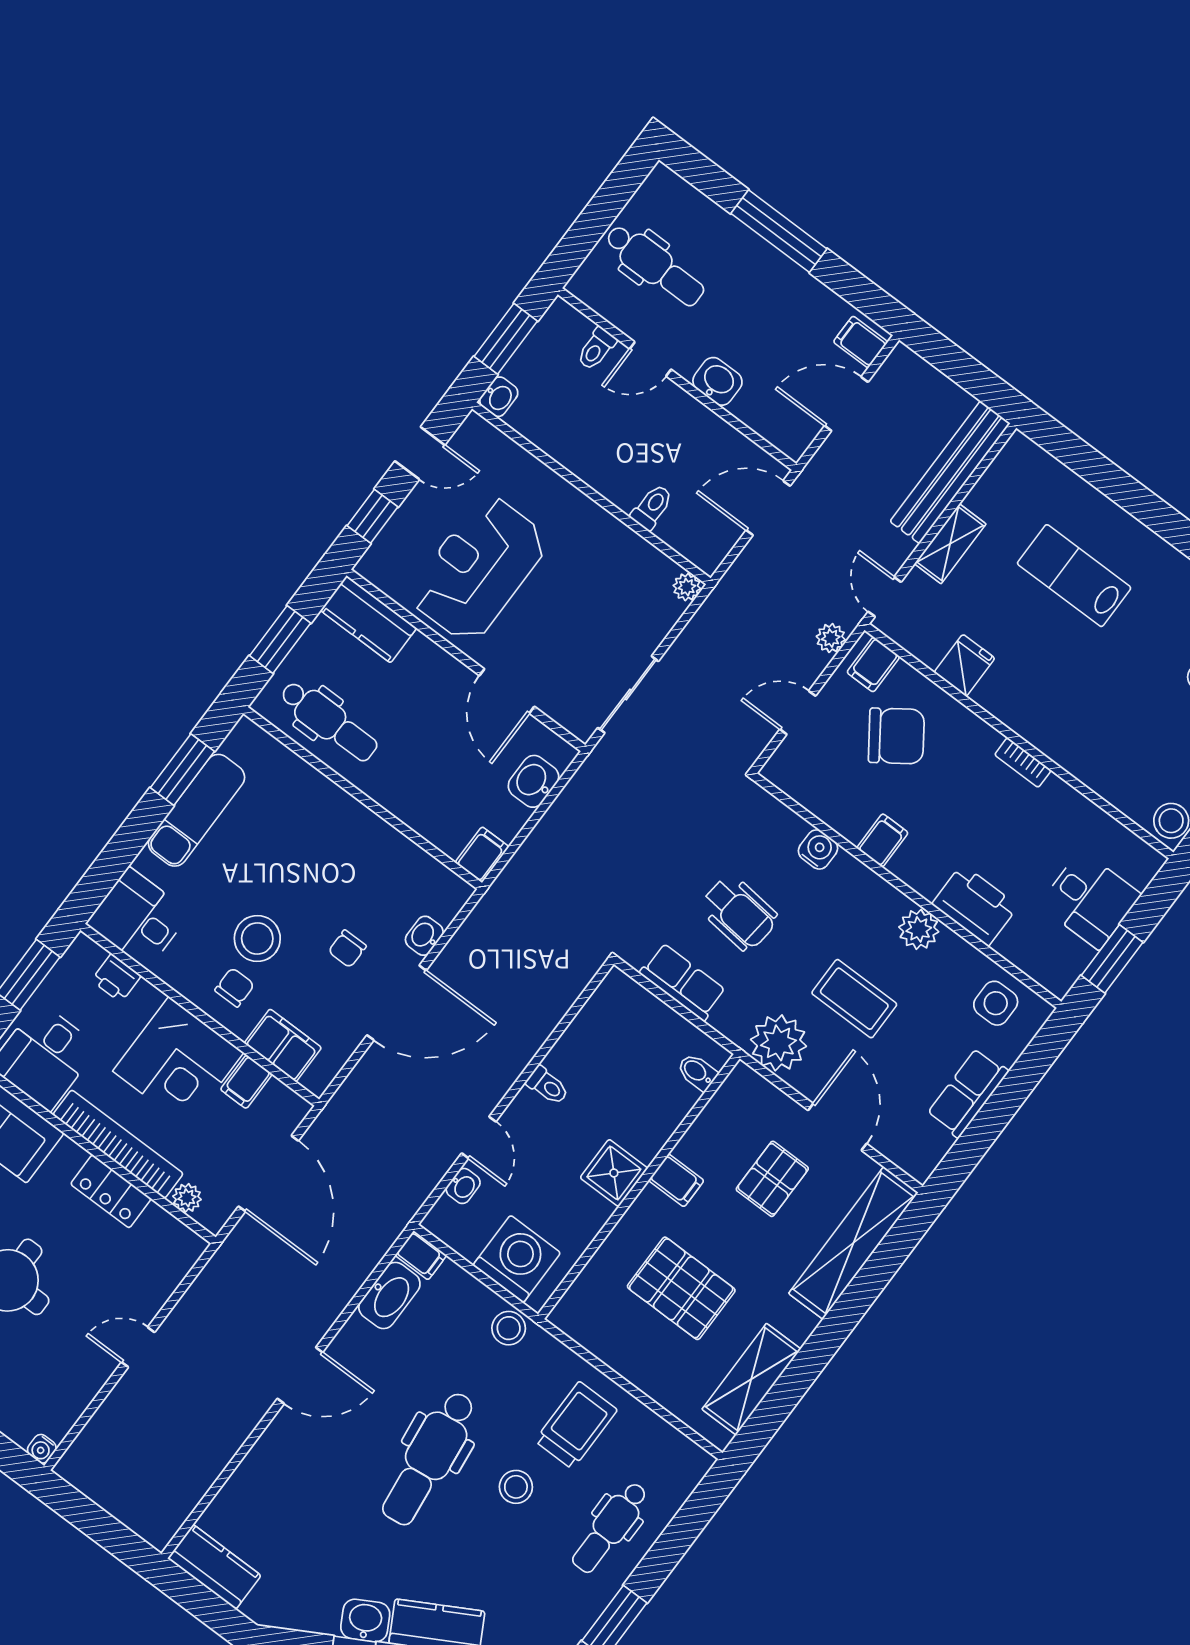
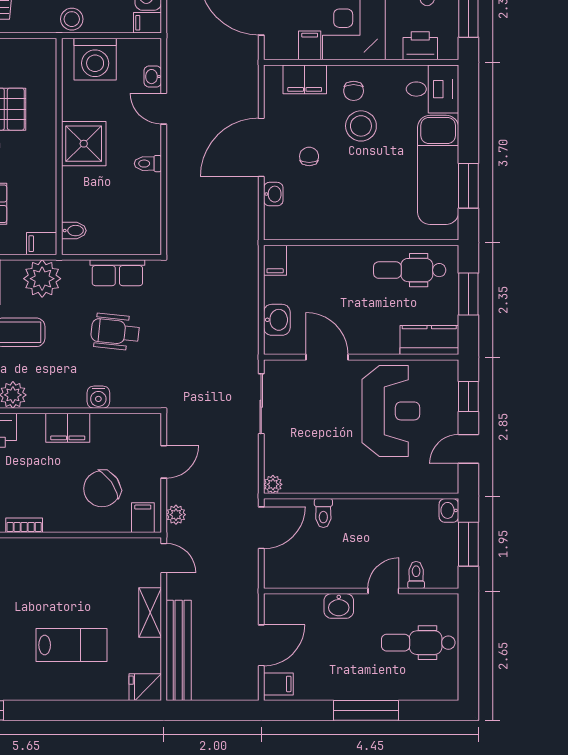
door: (768, 508) -> (261, 528), moved
fridge: (964, 665) -> (145, 687), moved, turned 90
exam couch: (197, 810) -> (438, 170), width x1.36, depth x1.45
filing cabinet: (882, 840) -> (68, 428), width x2.00
printer: (116, 978) -> (420, 46), width x1.36, depth x1.24
shower: (614, 1173) -> (84, 144), width x1.36, depth x1.36
filing cabinet: (676, 1180) -> (42, 244), moved

